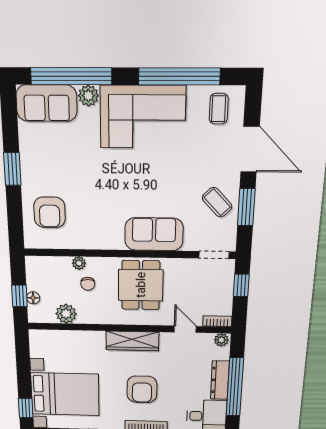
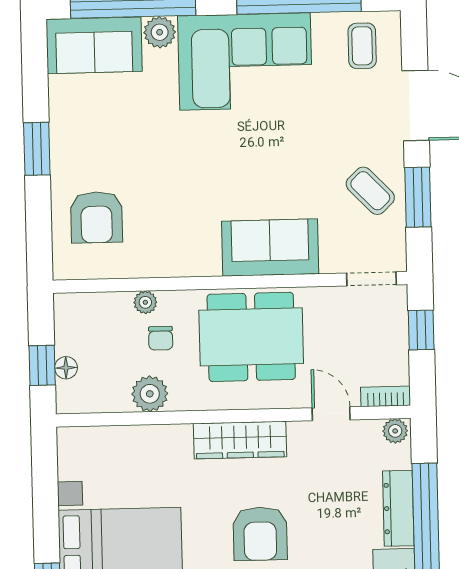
dining table: (141, 285) -> (251, 337), width x1.38
plant: (66, 314) -> (150, 394), moved

